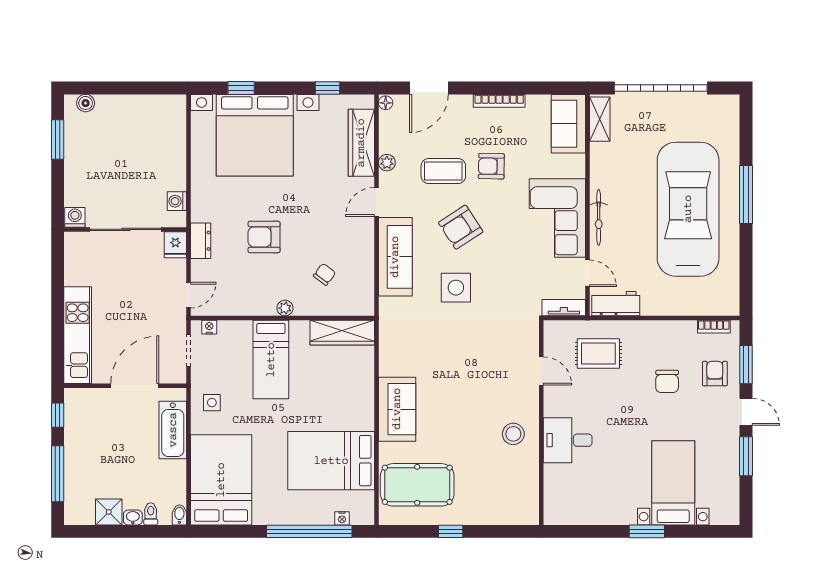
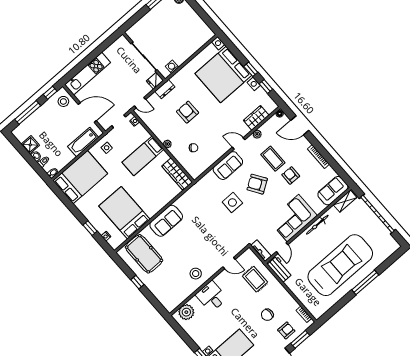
window: (241, 88) -> (251, 69), moved
wardrobe: (361, 143) -> (256, 118), width x0.67
washing machine: (75, 217) -> (132, 33), removed
bicycle: (599, 217) -> (317, 225), moved
sofa: (395, 257) -> (228, 166), width x0.73
door: (541, 371) -> (229, 263), hinge flipped
stool: (87, 407) -> (63, 101), added
plant: (558, 498) -> (186, 312), added
window: (309, 531) -> (90, 228), width x0.32

